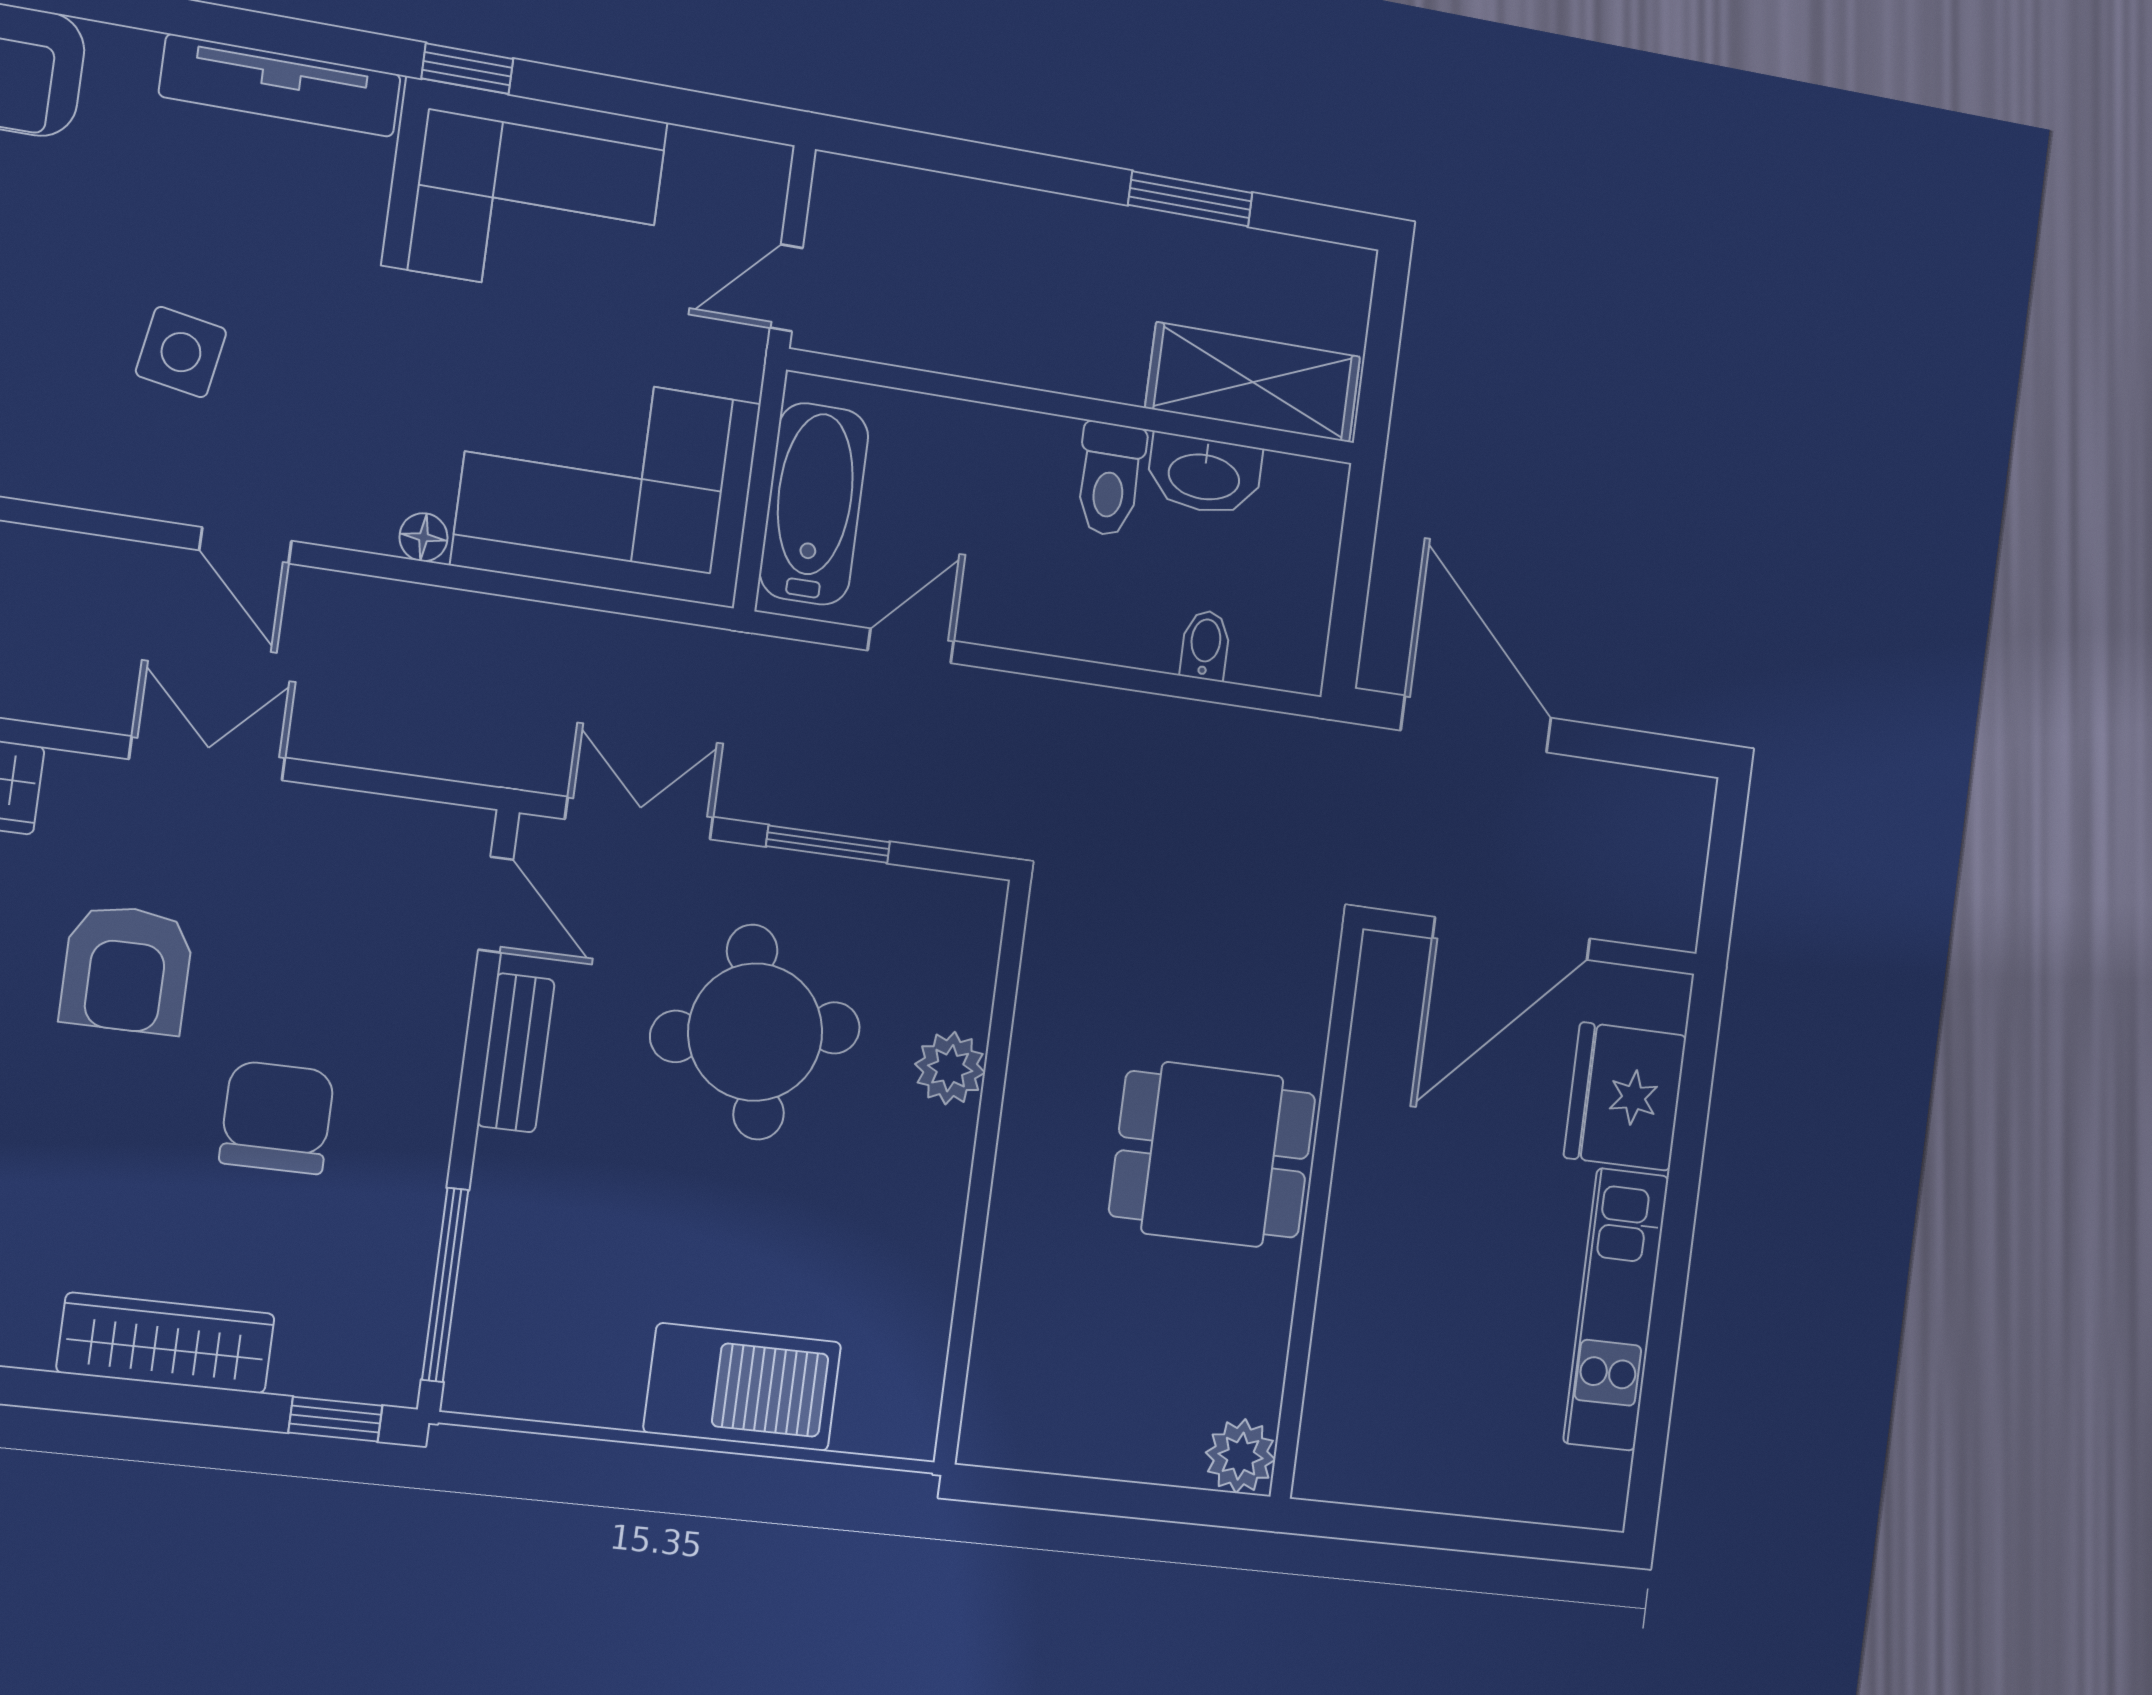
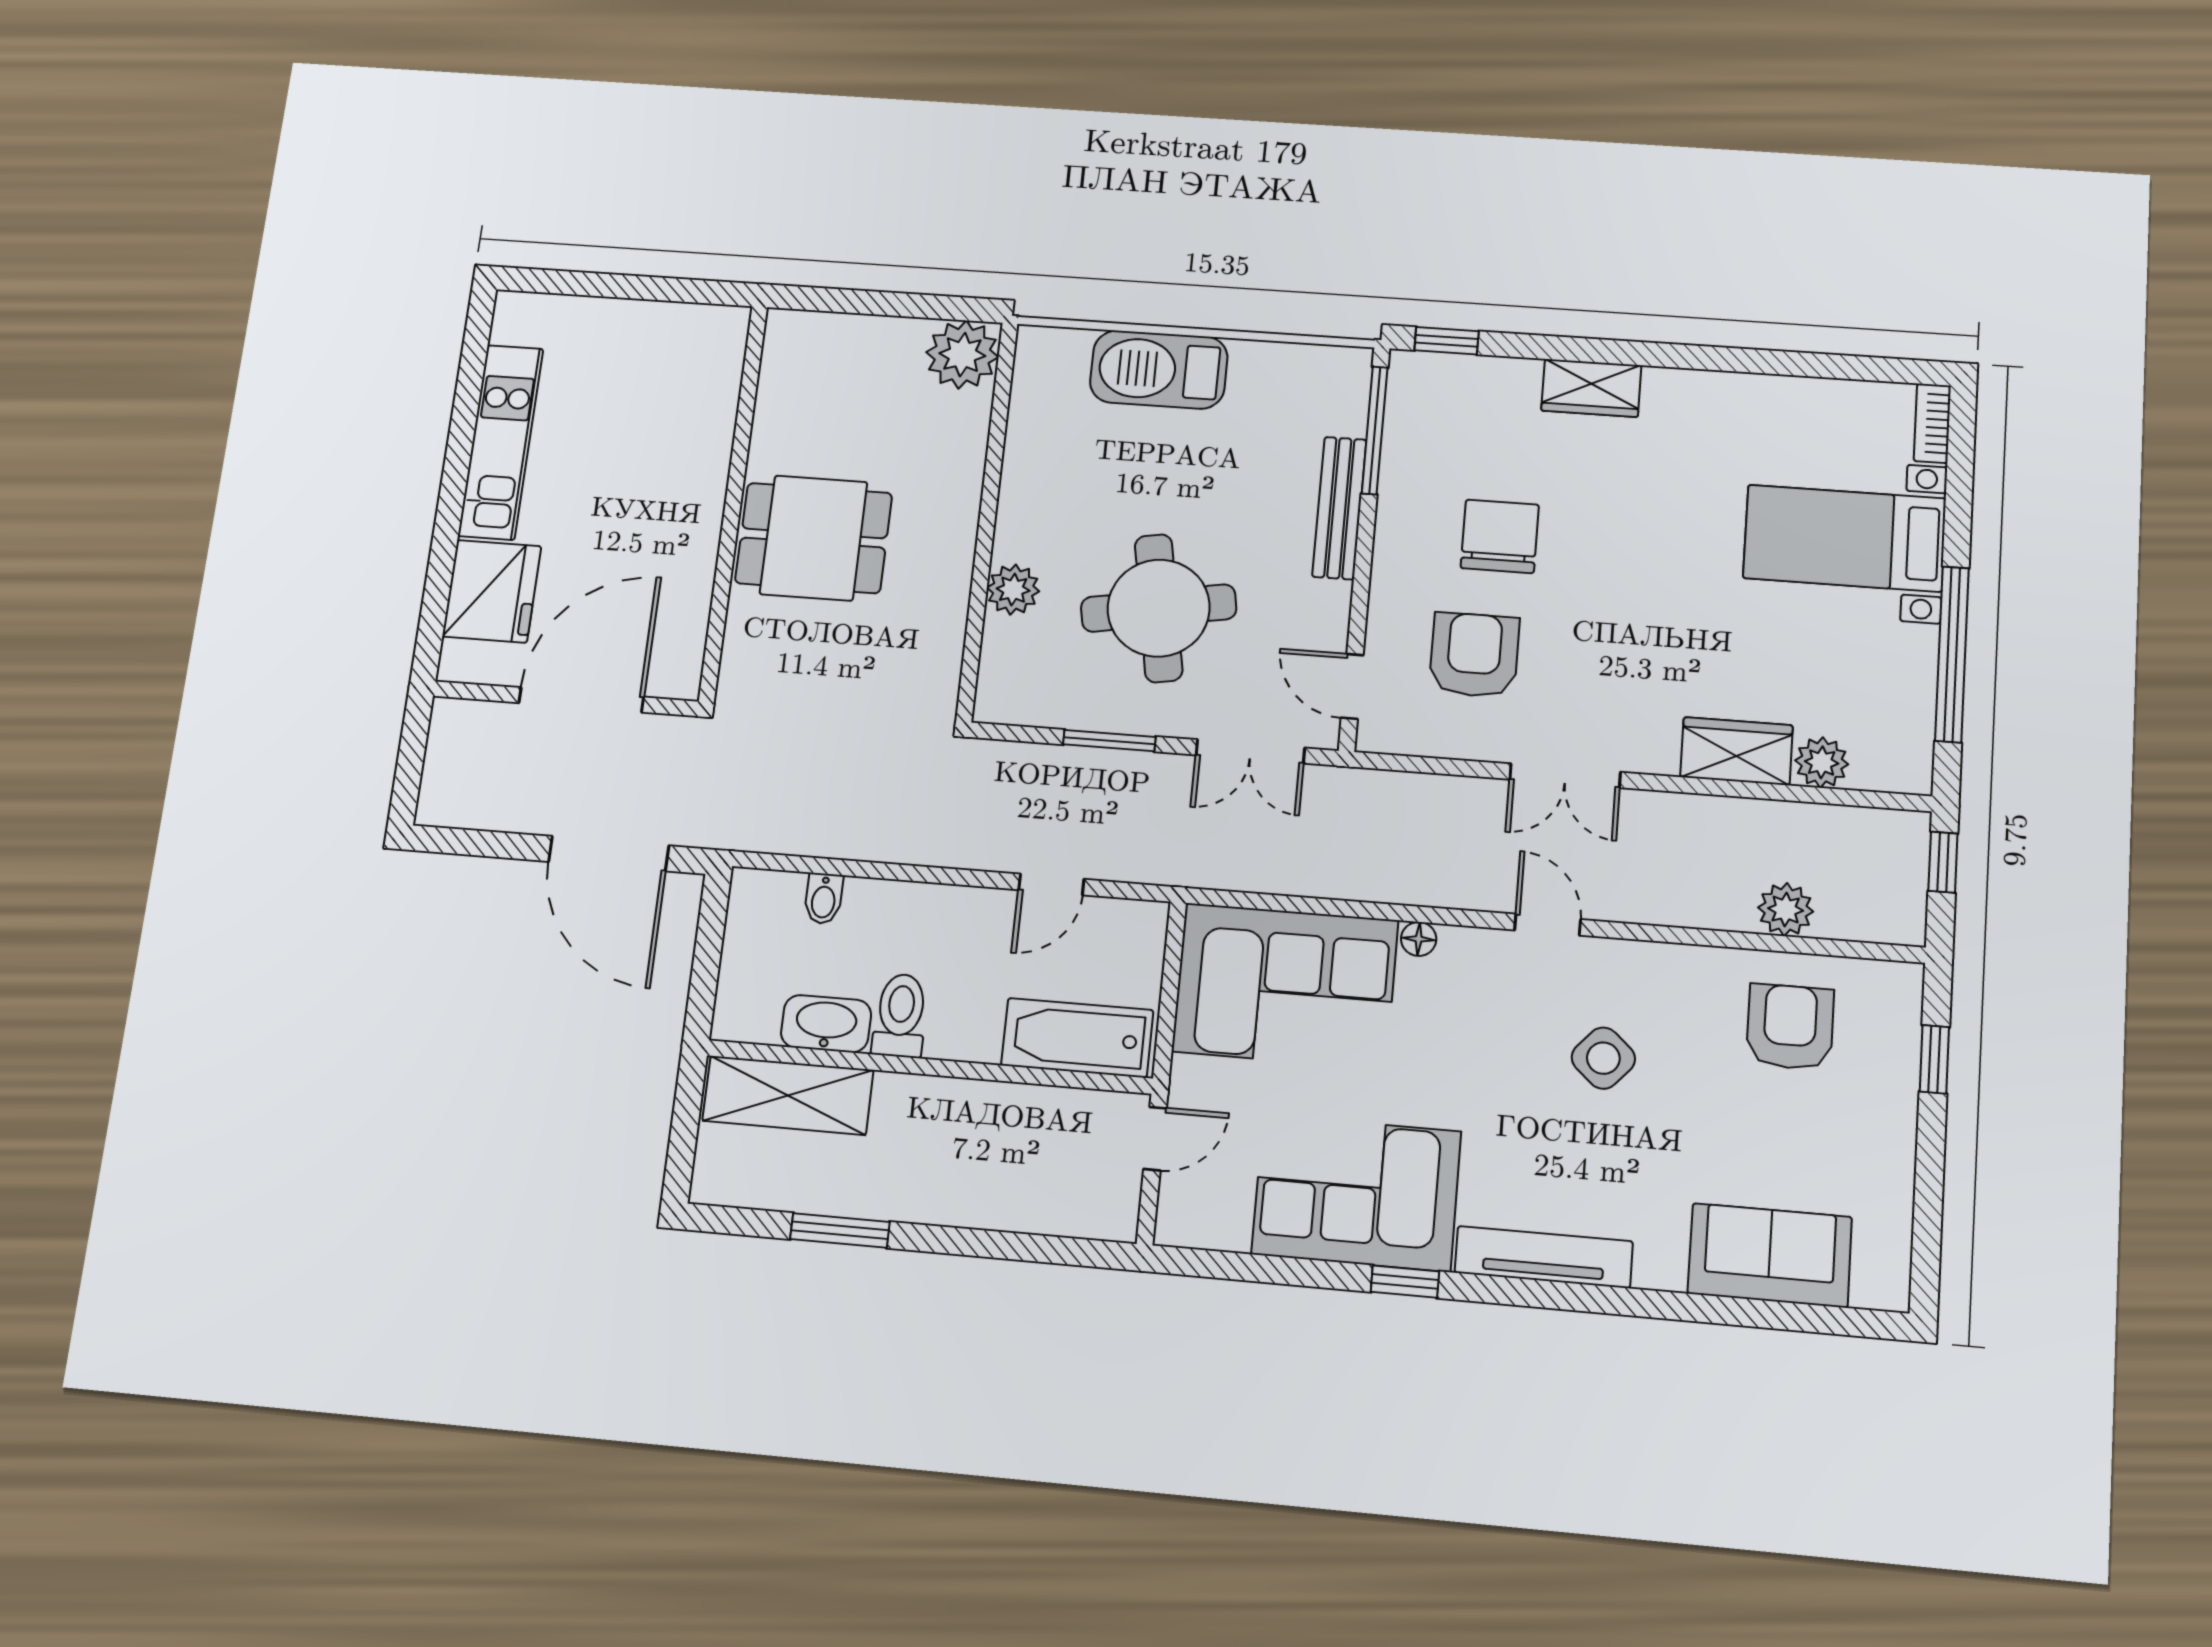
side table: (181, 352) -> (1603, 1058), turned 32
bathtub: (814, 504) -> (1077, 1038), moved, turned 90
armchair: (127, 969) -> (1474, 655), moved
bench: (516, 1053) -> (1339, 508), moved, width x1.36
chair: (277, 1117) -> (1500, 536), turned 180
wardrobe: (166, 1343) -> (1591, 388), width x0.67
plant: (1241, 1456) -> (962, 355), moved, width x1.36, depth x1.36

